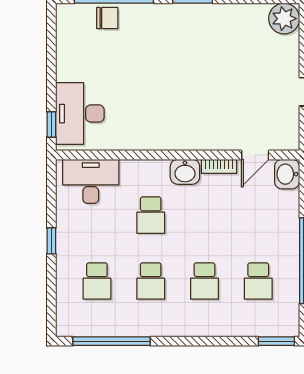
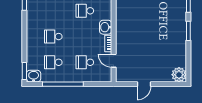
washbasin: (287, 174) -> (34, 76), moved
school desk: (151, 281) -> (85, 62), moved

